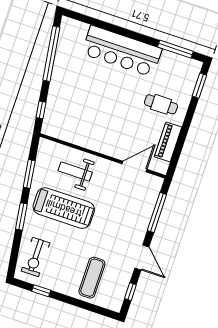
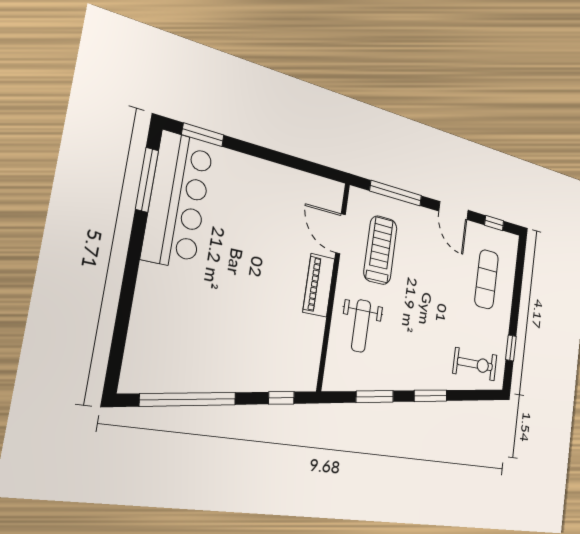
bar counter: (122, 51) -> (178, 200), moved
cafe table: (161, 104) -> (243, 199), removed
piano: (168, 142) -> (319, 285), moved, turned 90
treadmill: (64, 208) -> (380, 250), moved, width x0.73, depth x0.73
door: (142, 257) -> (453, 211), swing flipped
exercise mat: (92, 278) -> (487, 279), turned 90

